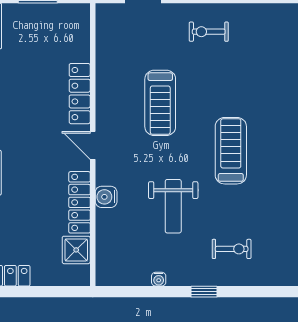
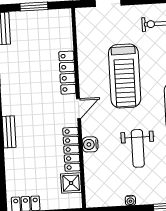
treadmill: (160, 103) -> (125, 76), width x1.37, depth x1.38
door: (93, 145) -> (79, 109), swing flipped

